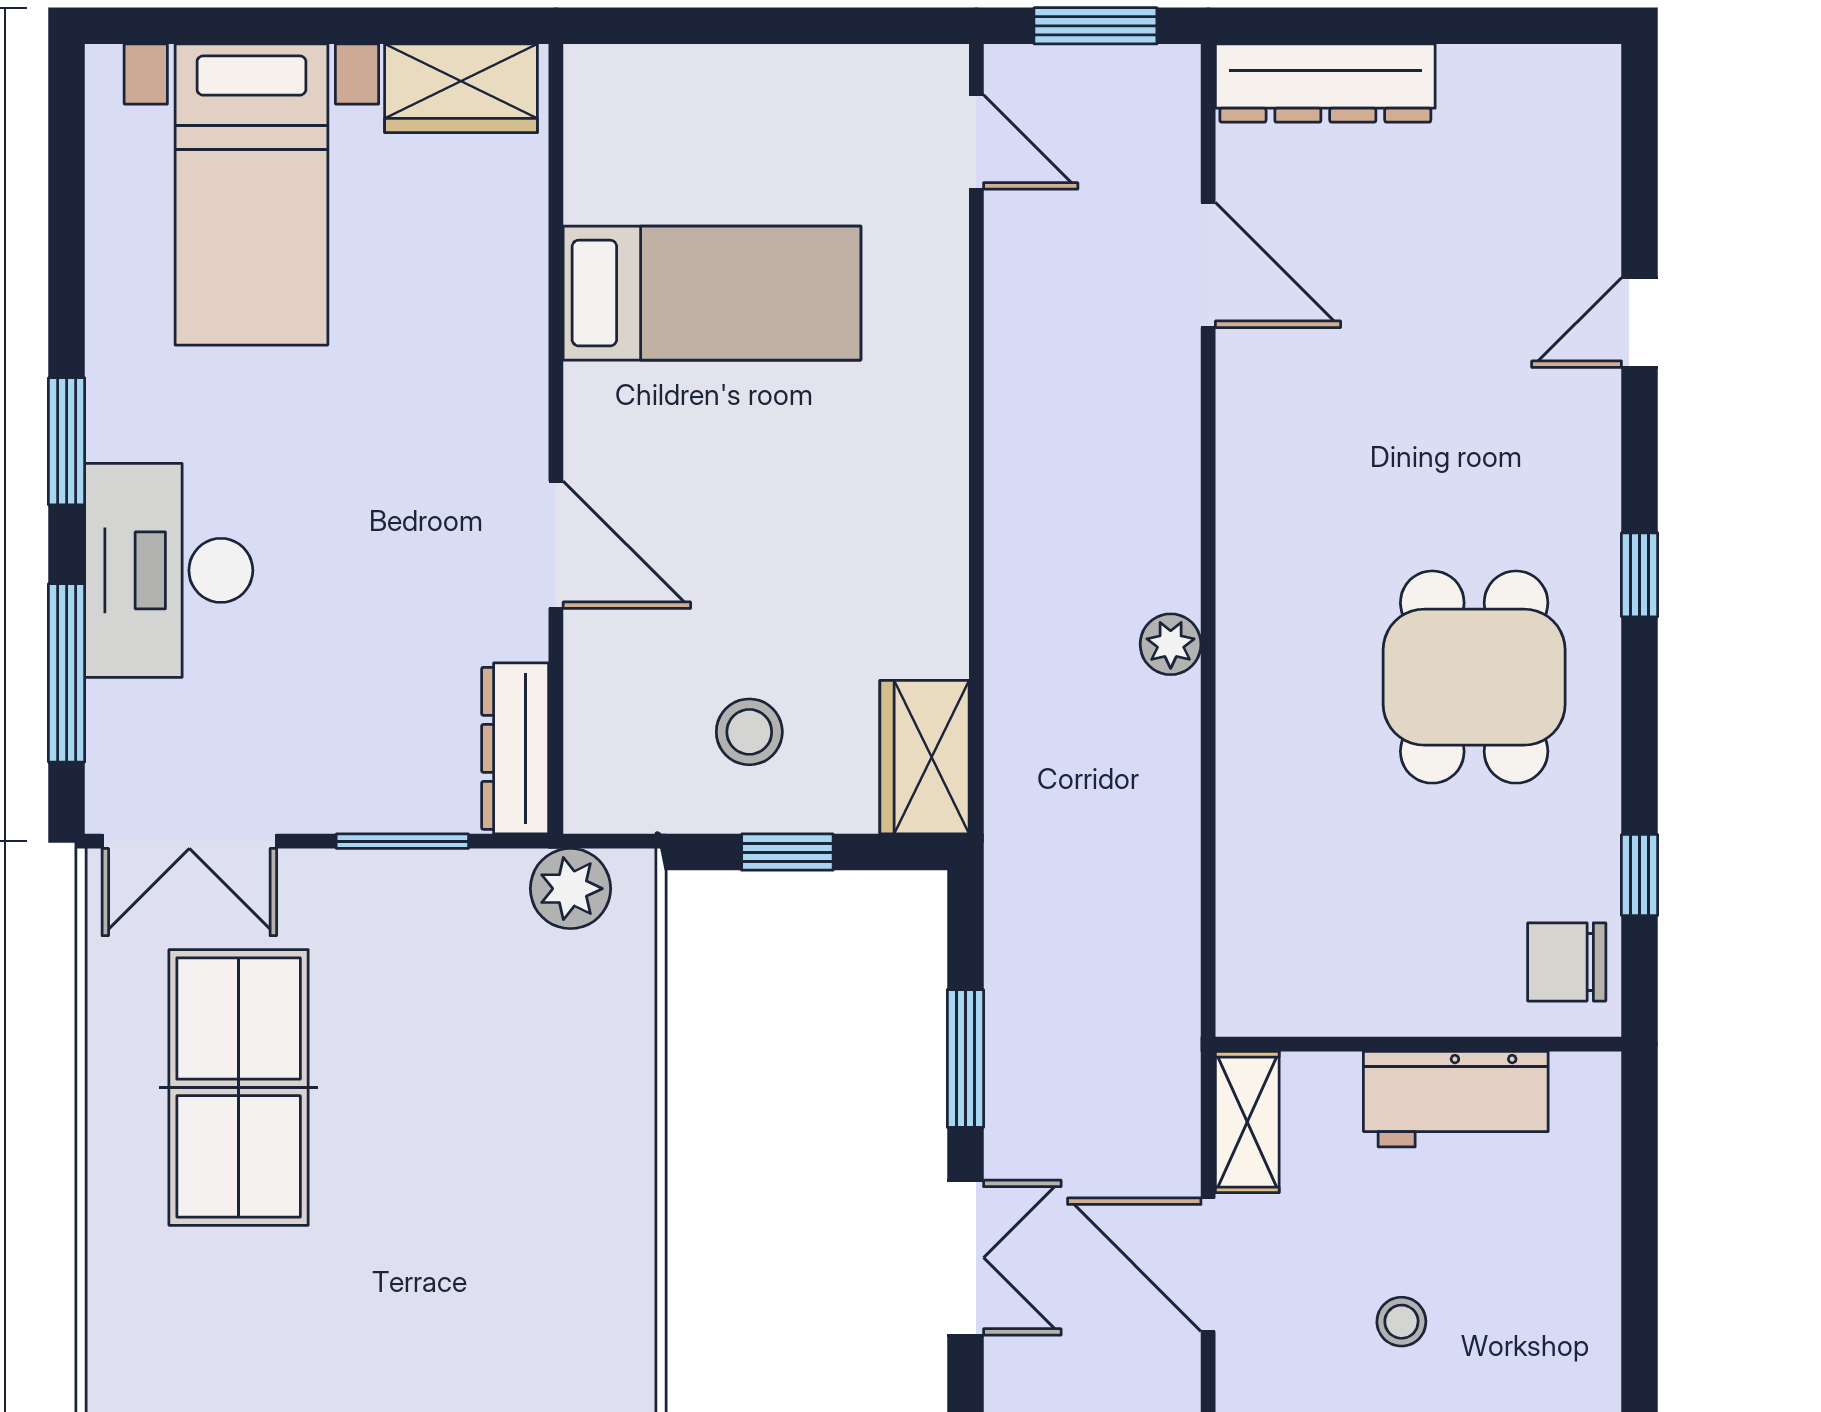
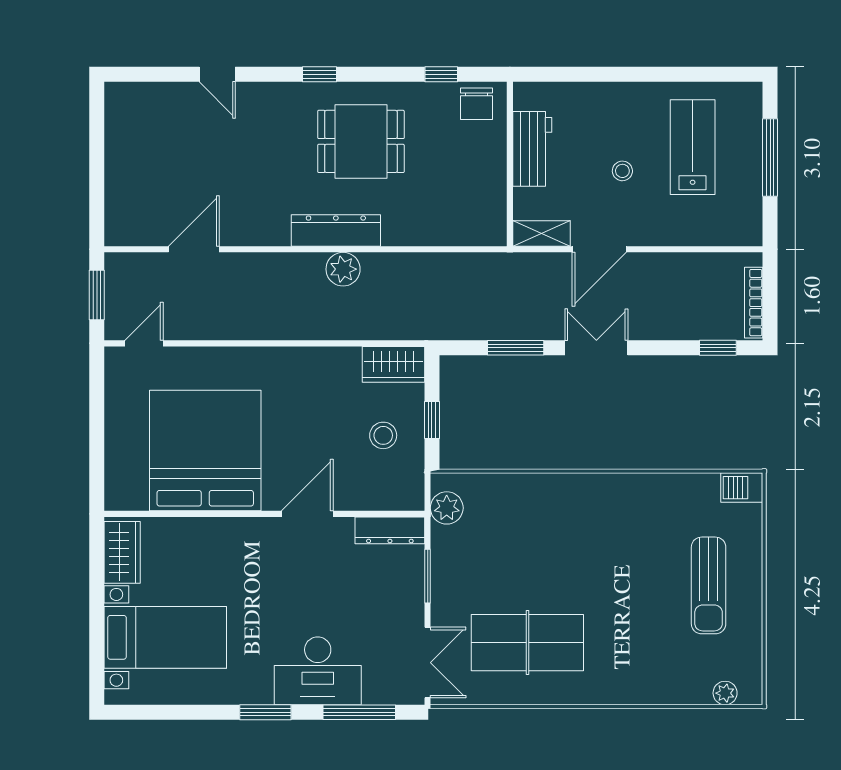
dresser: (1325, 83) -> (336, 230), moved, turned -90
bed: (712, 293) -> (205, 451), width x2.04
plant: (1171, 644) -> (343, 269), width x1.38, depth x1.38

